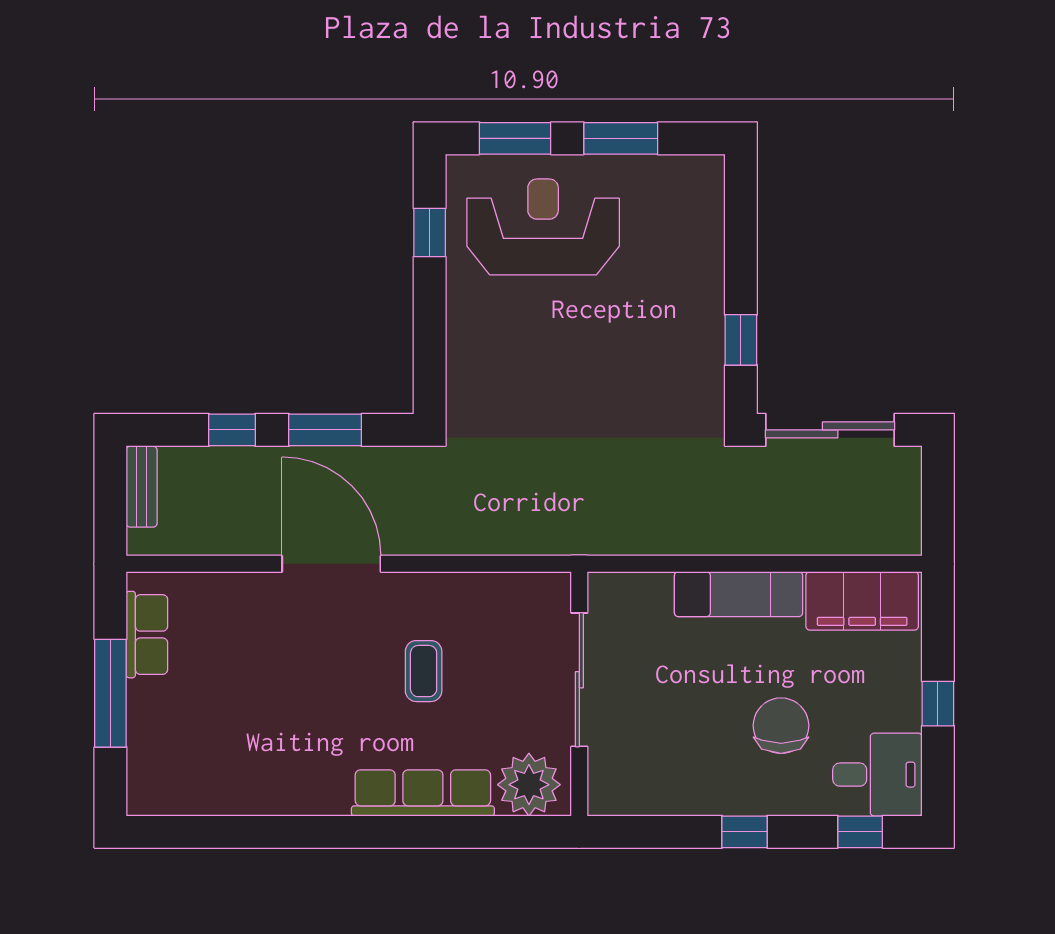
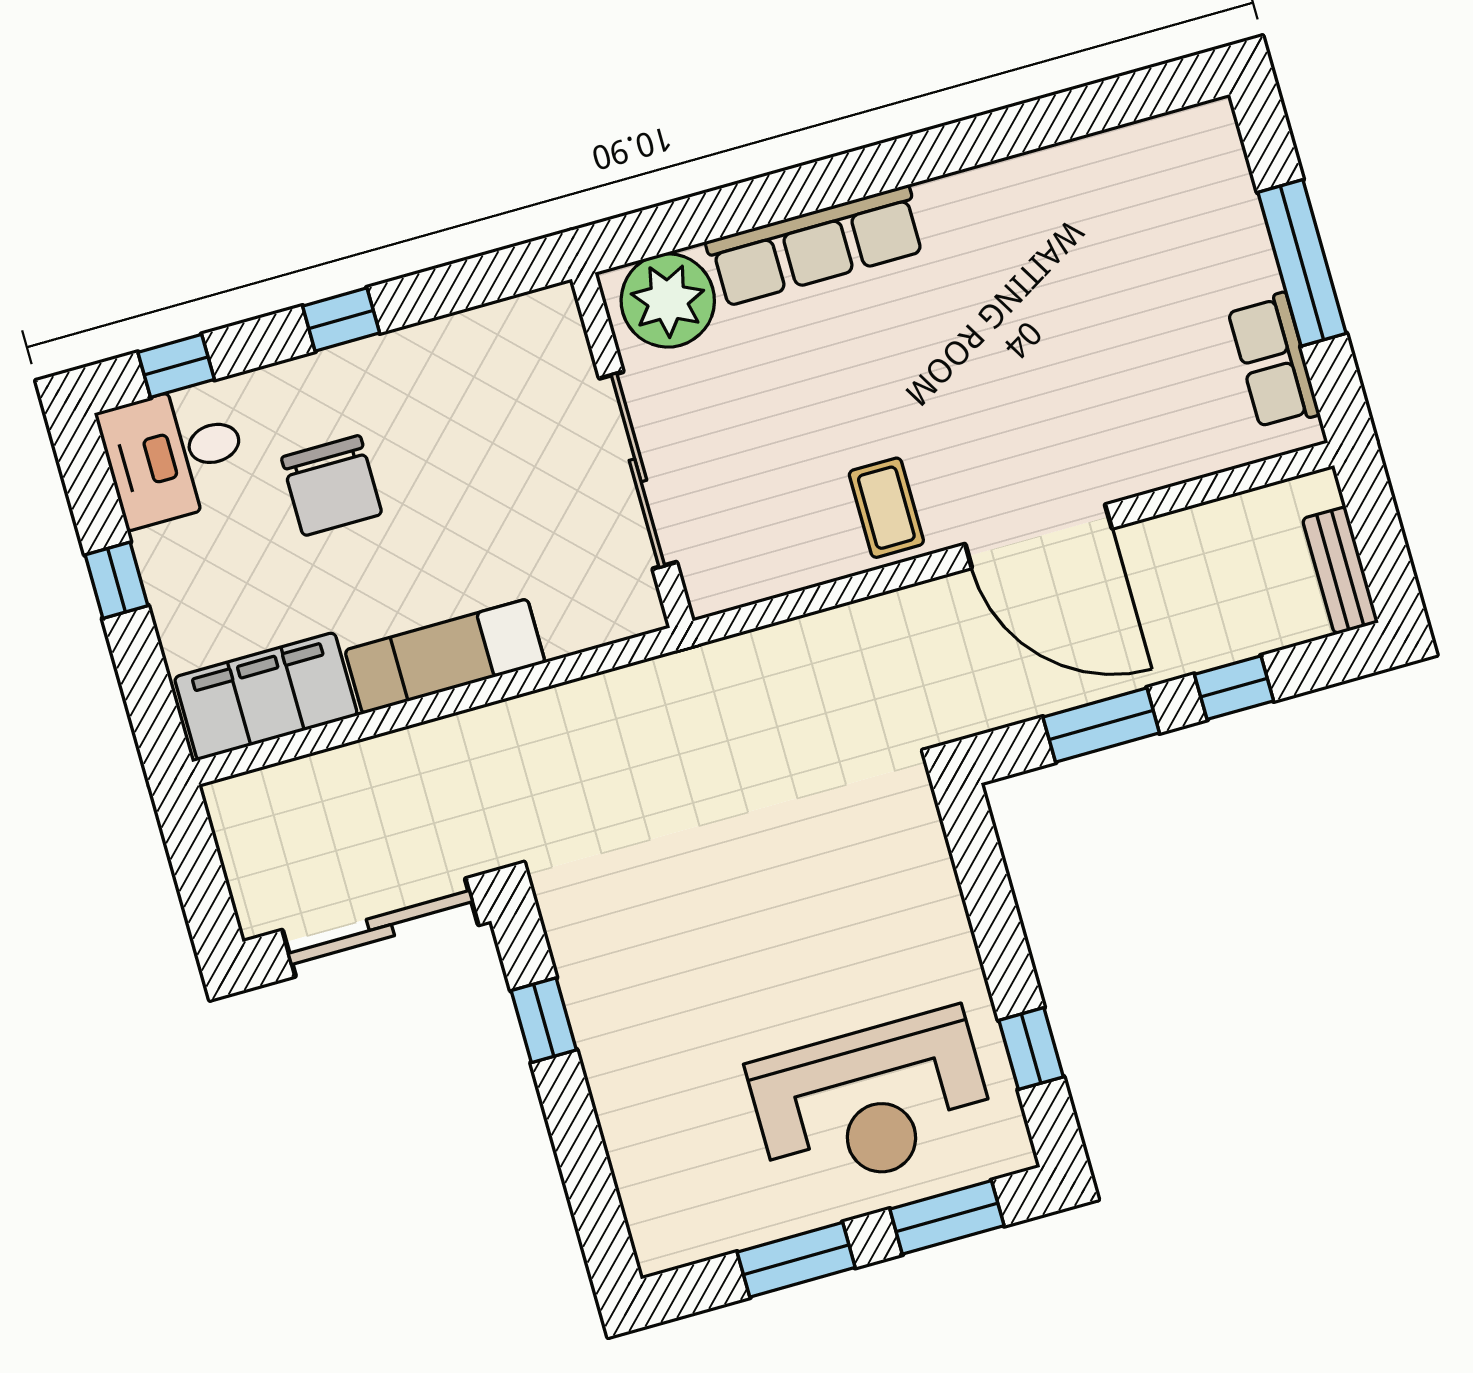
coffee table: (424, 671) -> (886, 508), moved

